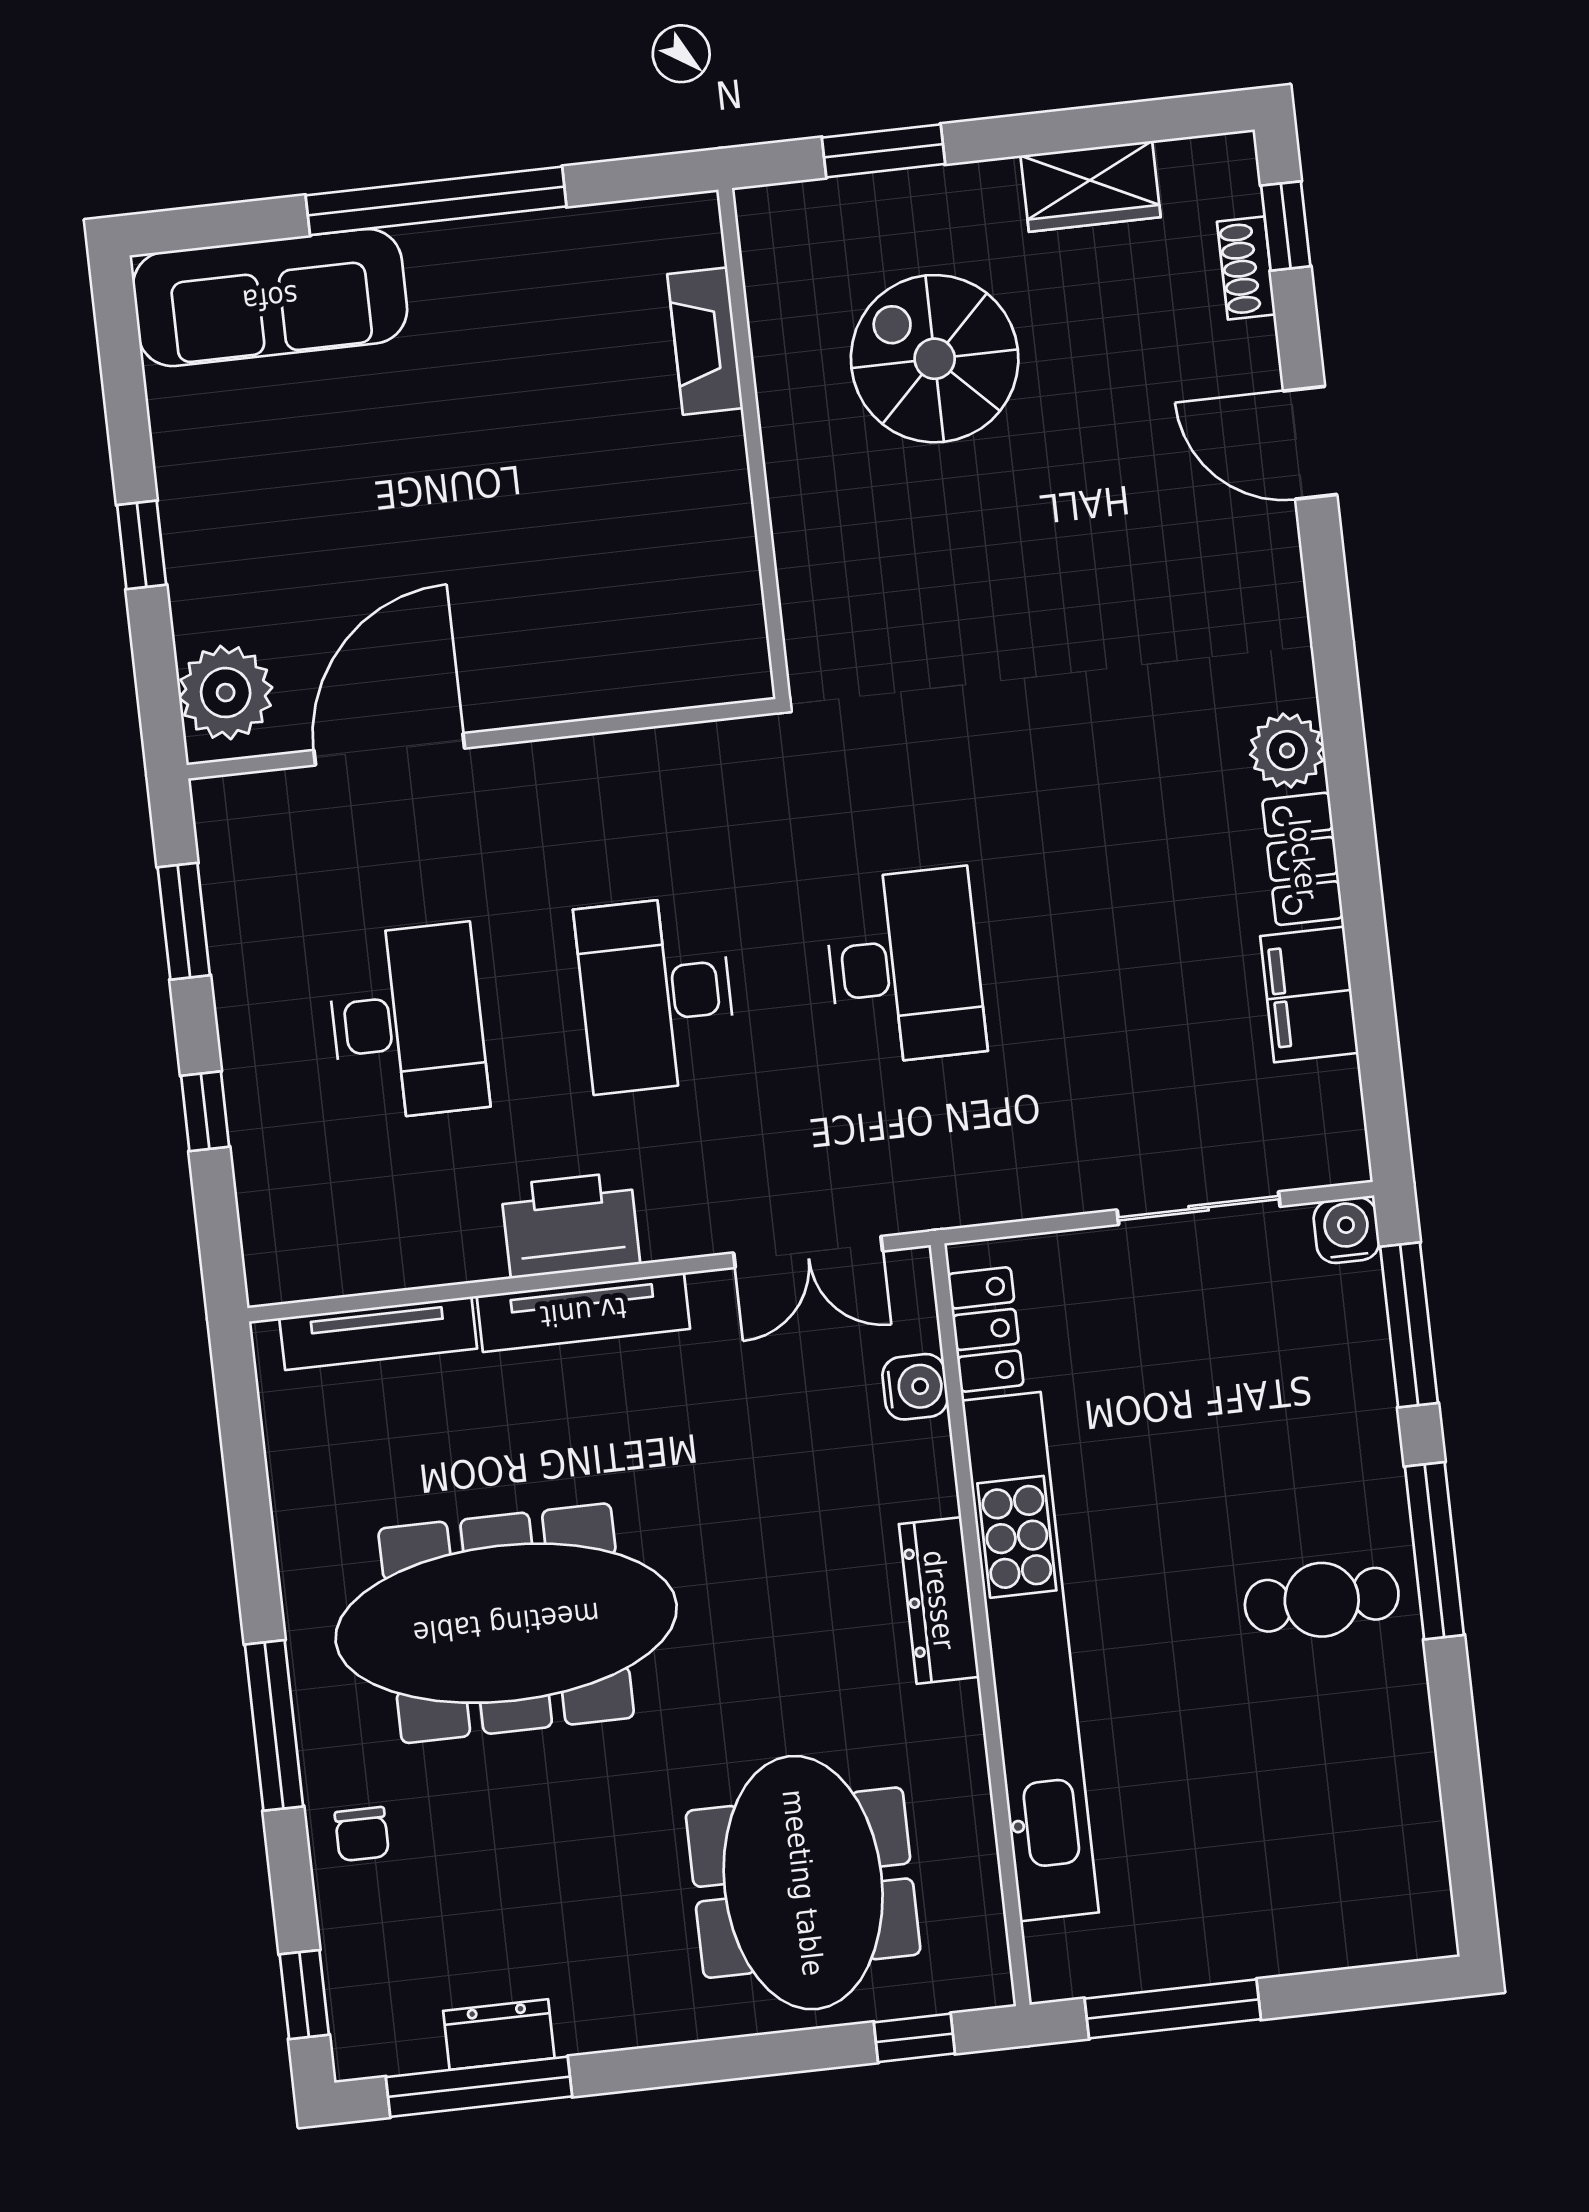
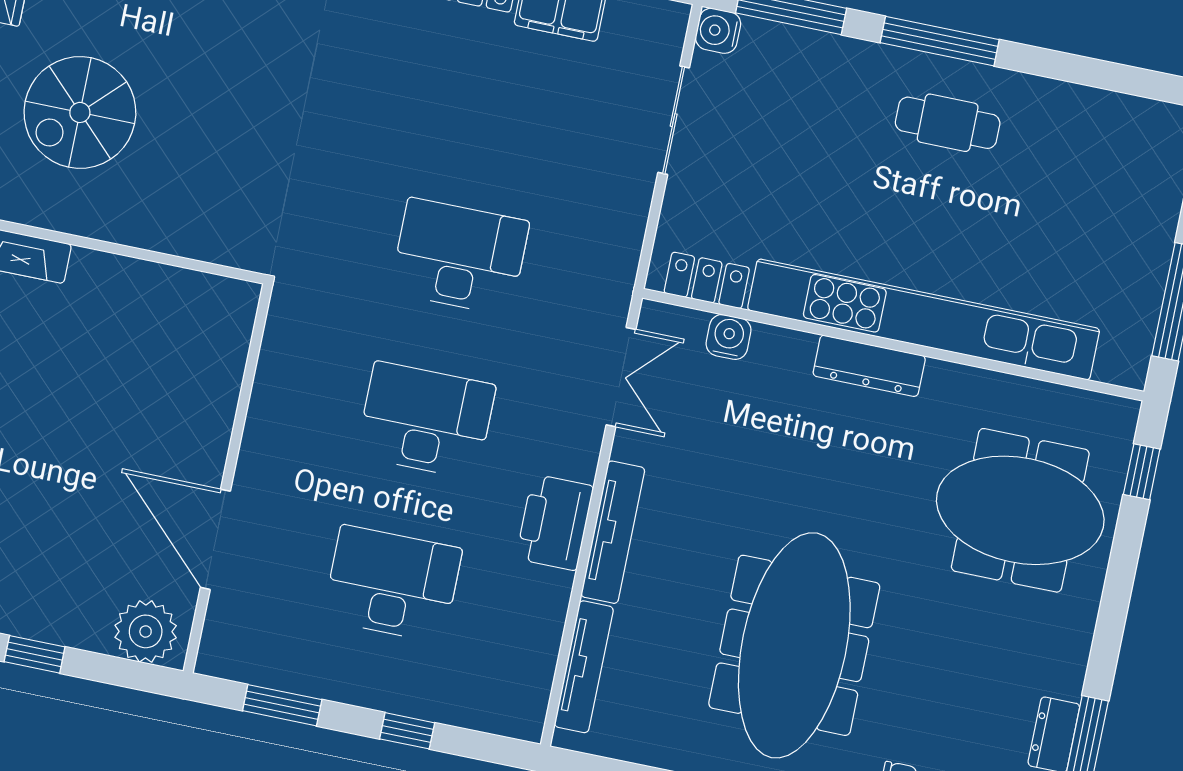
desk: (656, 994) -> (426, 420), turned 180
cafe table: (1322, 1600) -> (948, 123), turned 90

